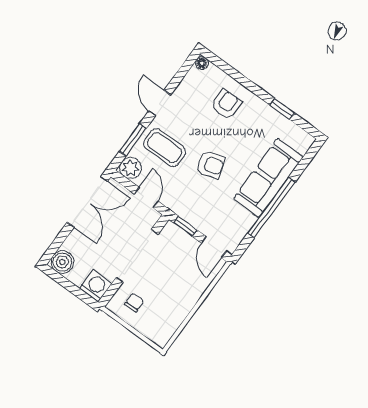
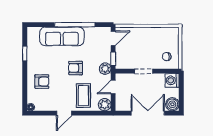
armchair: (226, 104) -> (42, 82), turned 180
window: (133, 140) -> (91, 113), removed
armchair: (211, 165) -> (76, 68), turned -72
double door: (87, 202) -> (148, 113), moved
plant: (180, 205) -> (105, 69), added
doorway: (137, 256) -> (144, 71), width x0.53

